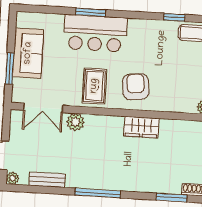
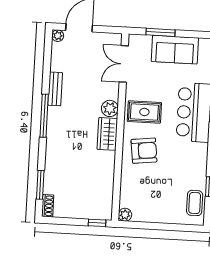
plant: (75, 122) -> (110, 108), moved
wardrobe: (141, 127) -> (107, 134), moved
bench: (47, 180) -> (55, 89), moved

